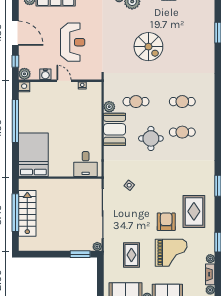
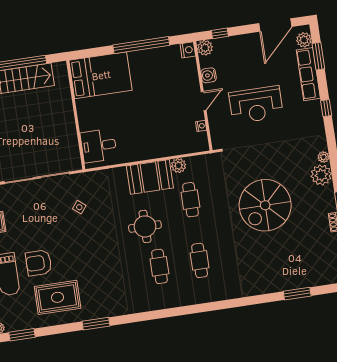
door: (15, 33) -> (275, 25), moved
spiral stairs: (148, 47) -> (265, 205), width x1.37, depth x1.37
armchair: (166, 222) -> (39, 263), turned 180

